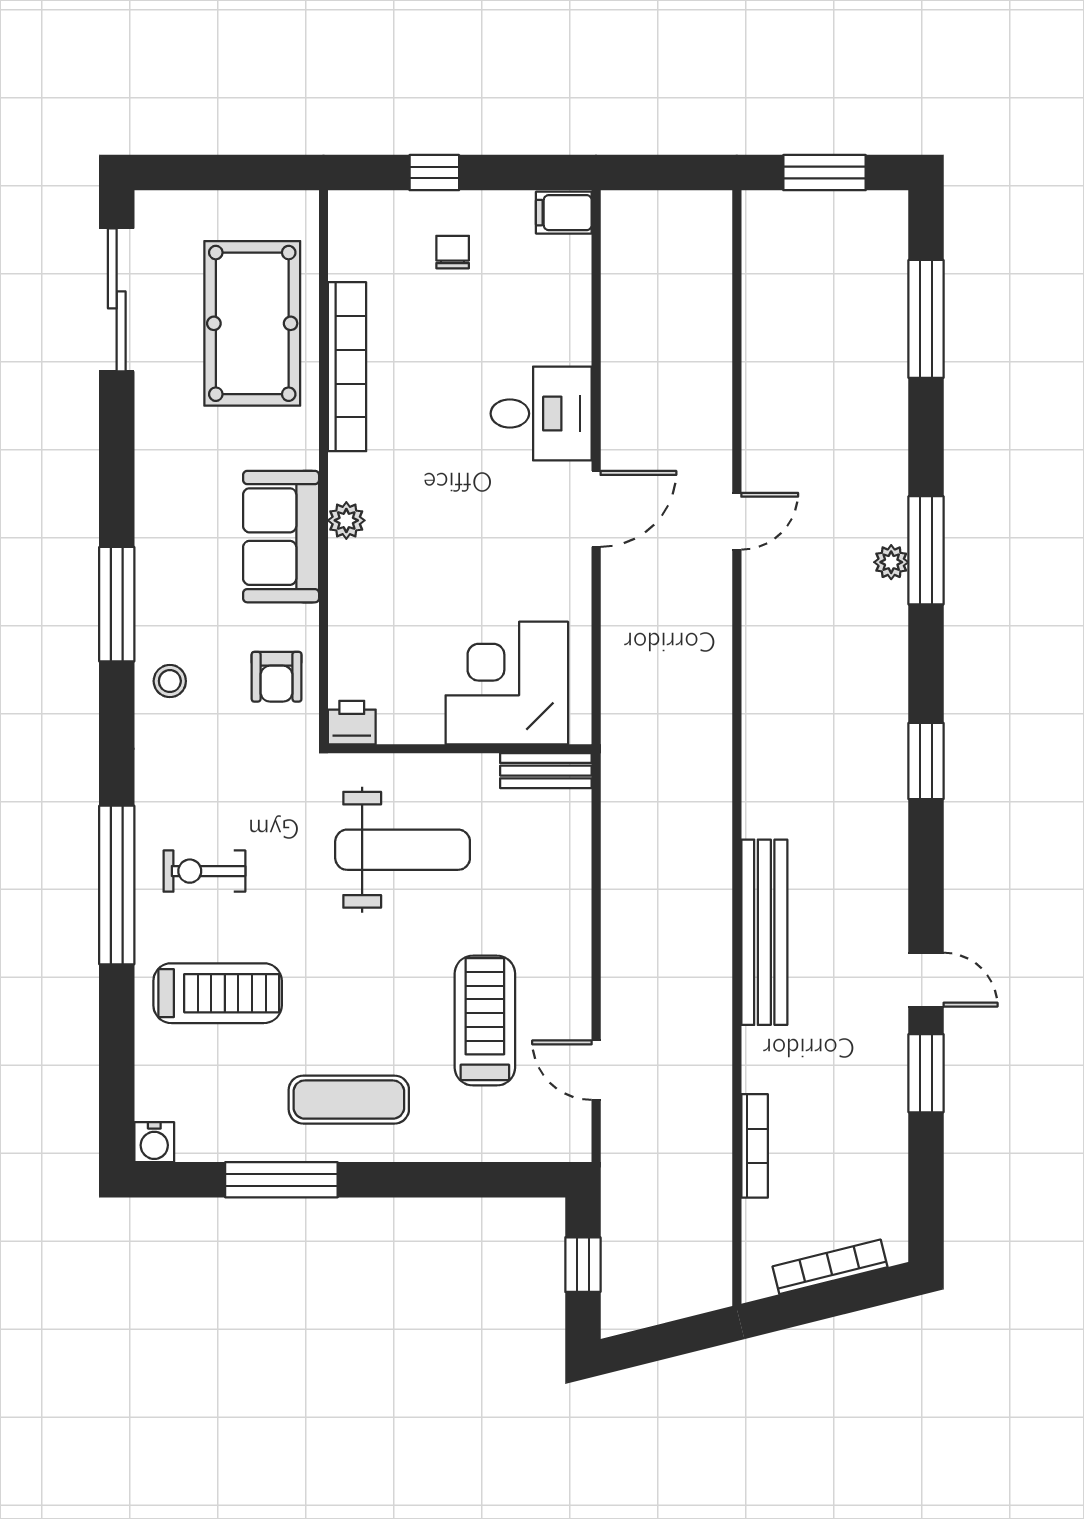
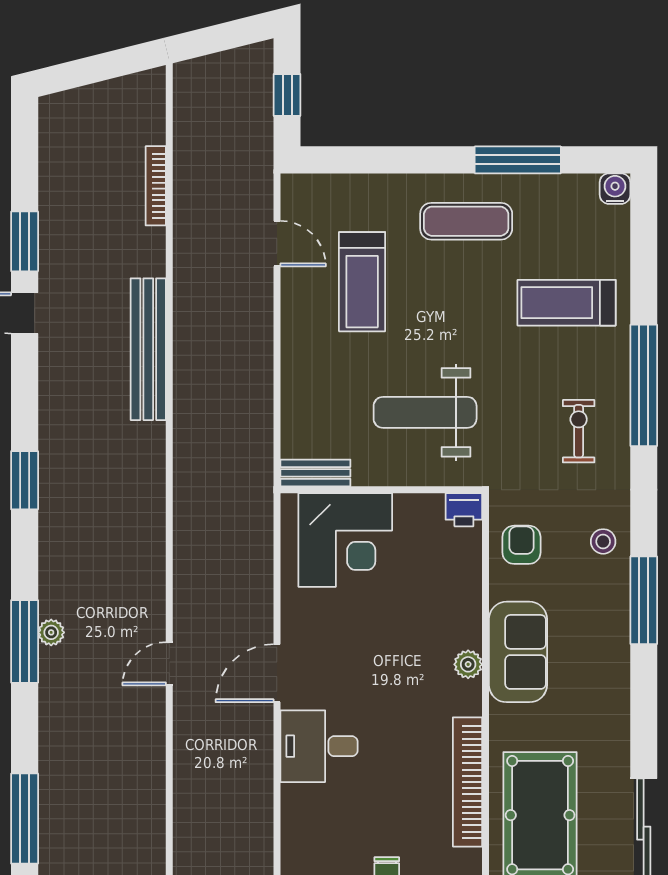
exercise bike: (204, 871) -> (579, 431), moved, turned -90
bookcase: (830, 1267) -> (98, 93), removed

